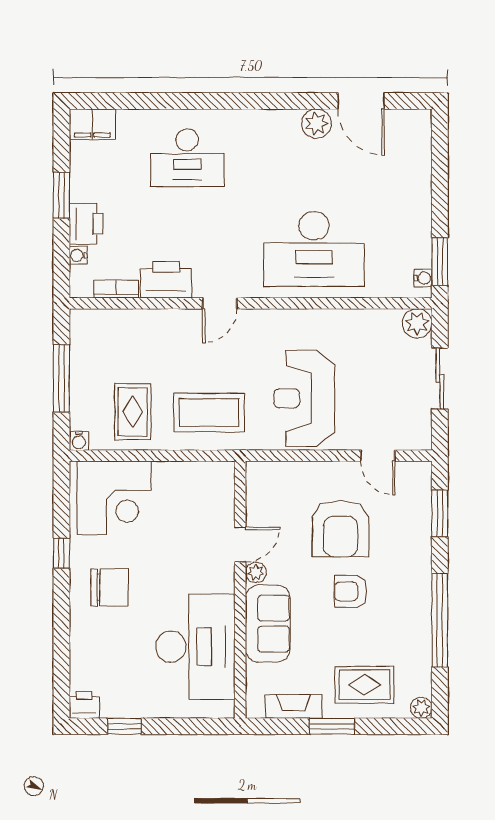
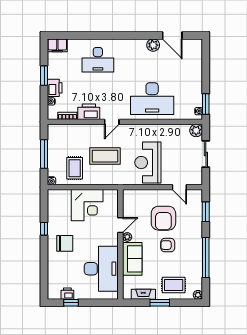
coffee table: (209, 413) -> (105, 156), moved
corner desk: (114, 498) -> (87, 205), moved
printer: (84, 705) -> (67, 294), moved

